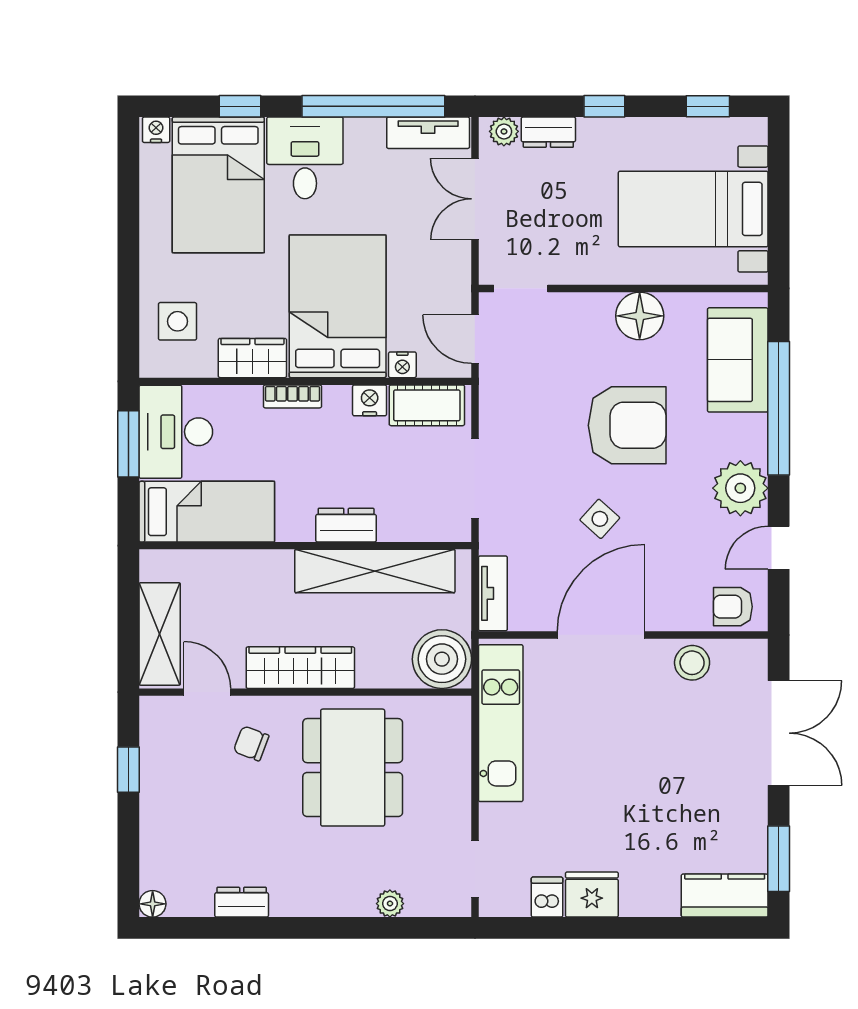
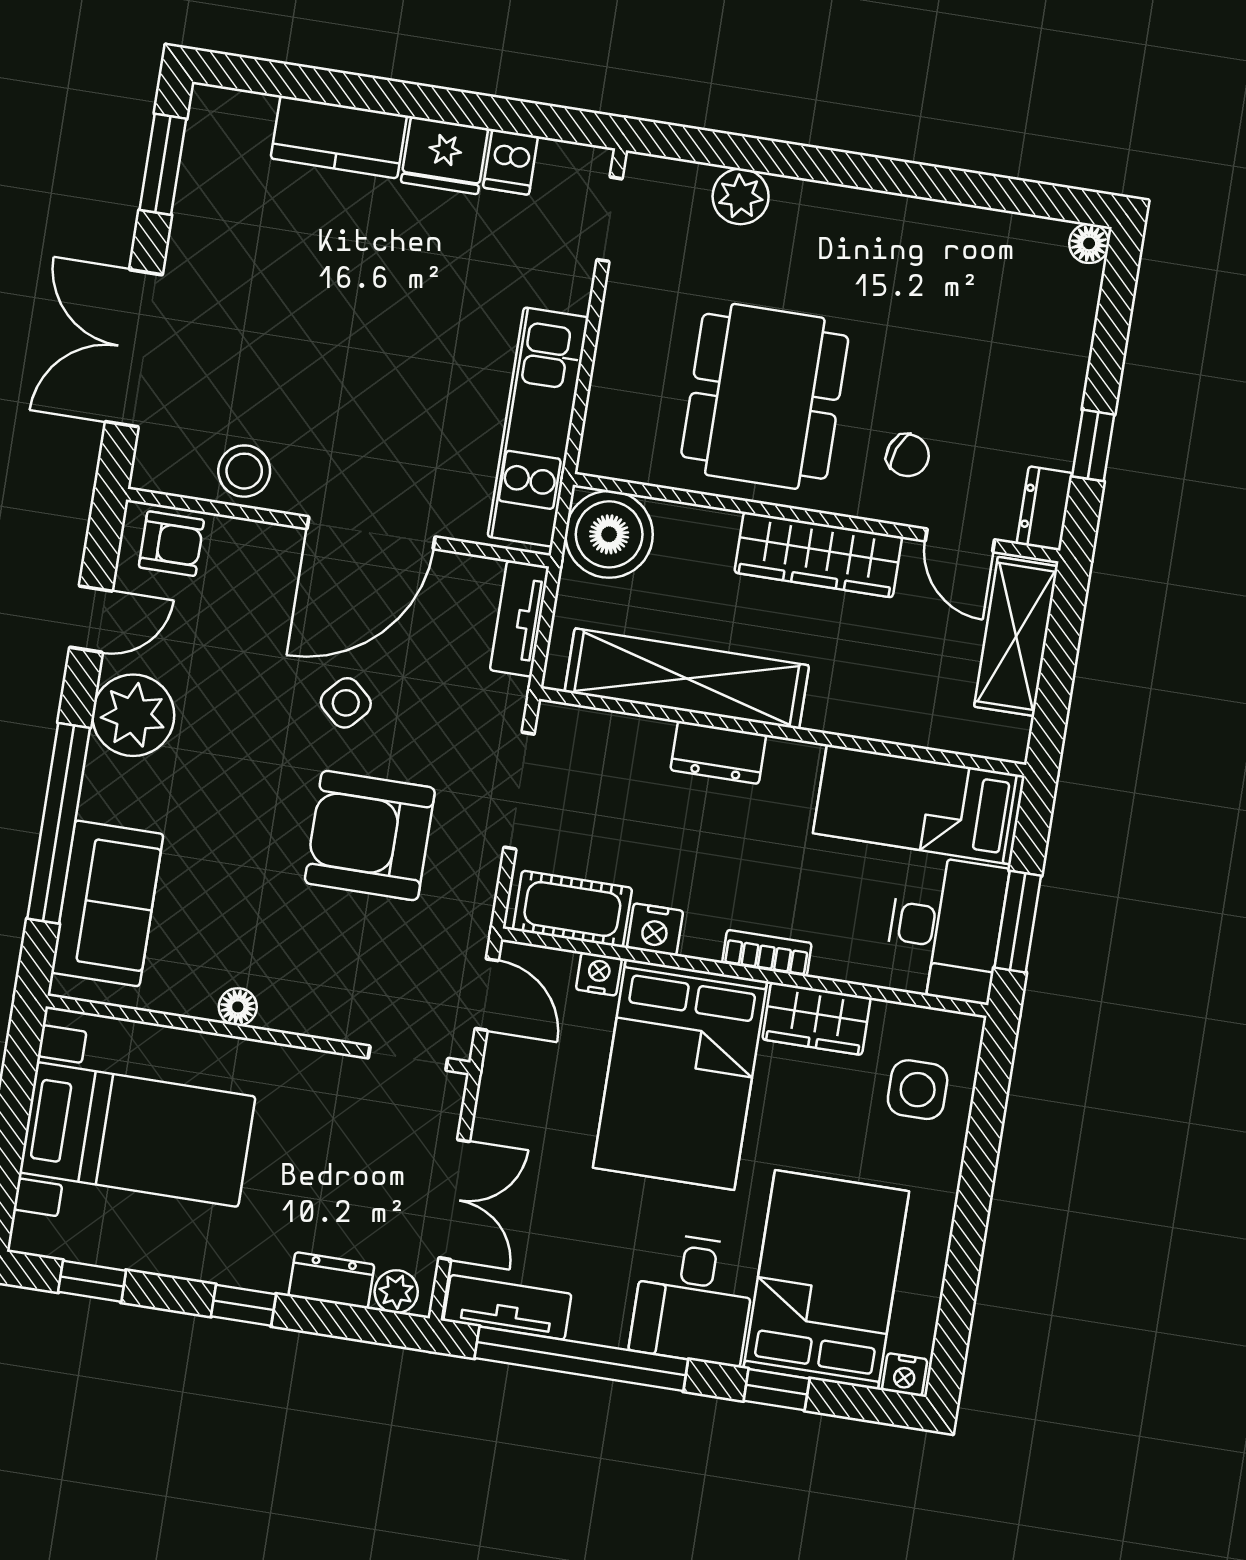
floor lamp: (640, 316) -> (238, 1007), width x0.53, depth x0.53
armchair: (627, 425) -> (370, 836), moved
kitchen counter: (725, 896) -> (339, 137), moved
dresser: (242, 902) -> (1045, 508), moved, turned 90
plant: (390, 904) -> (741, 196), width x1.38, depth x1.38

